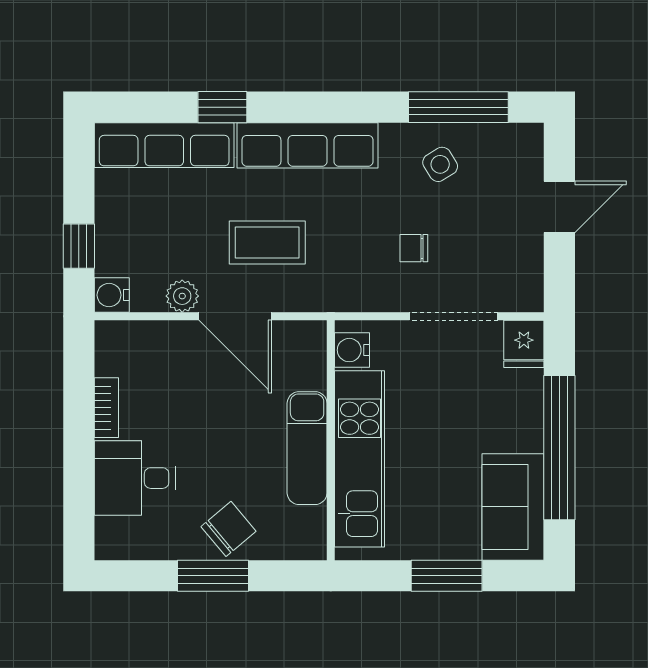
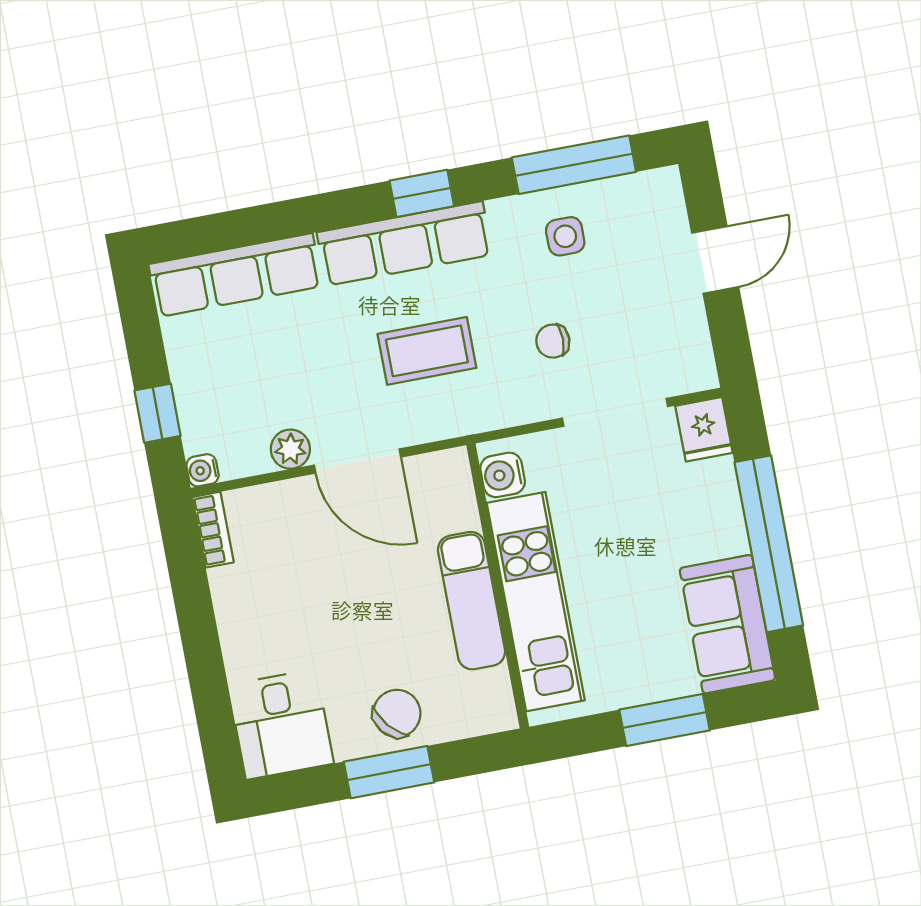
window: (222, 107) -> (422, 193), moved
side table: (440, 164) -> (565, 236), turned 32
coffee table: (267, 243) -> (427, 351), moved
water cooler: (112, 295) -> (203, 470), width x0.72, depth x0.72
bookcase: (106, 408) -> (213, 530), moved
desk: (135, 478) -> (281, 724), moved, turned -90

